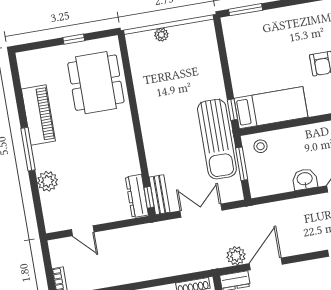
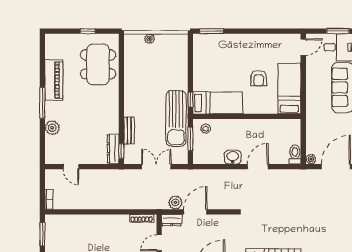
bench: (160, 195) -> (129, 131), moved

